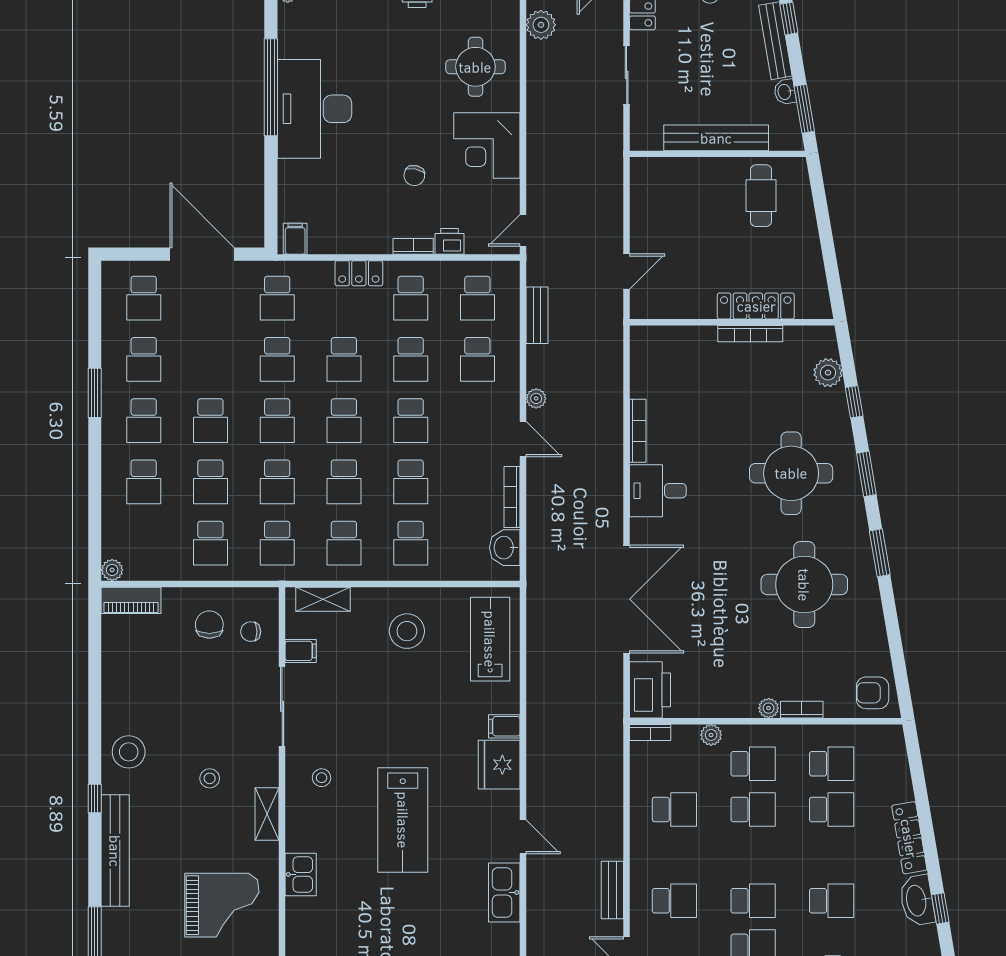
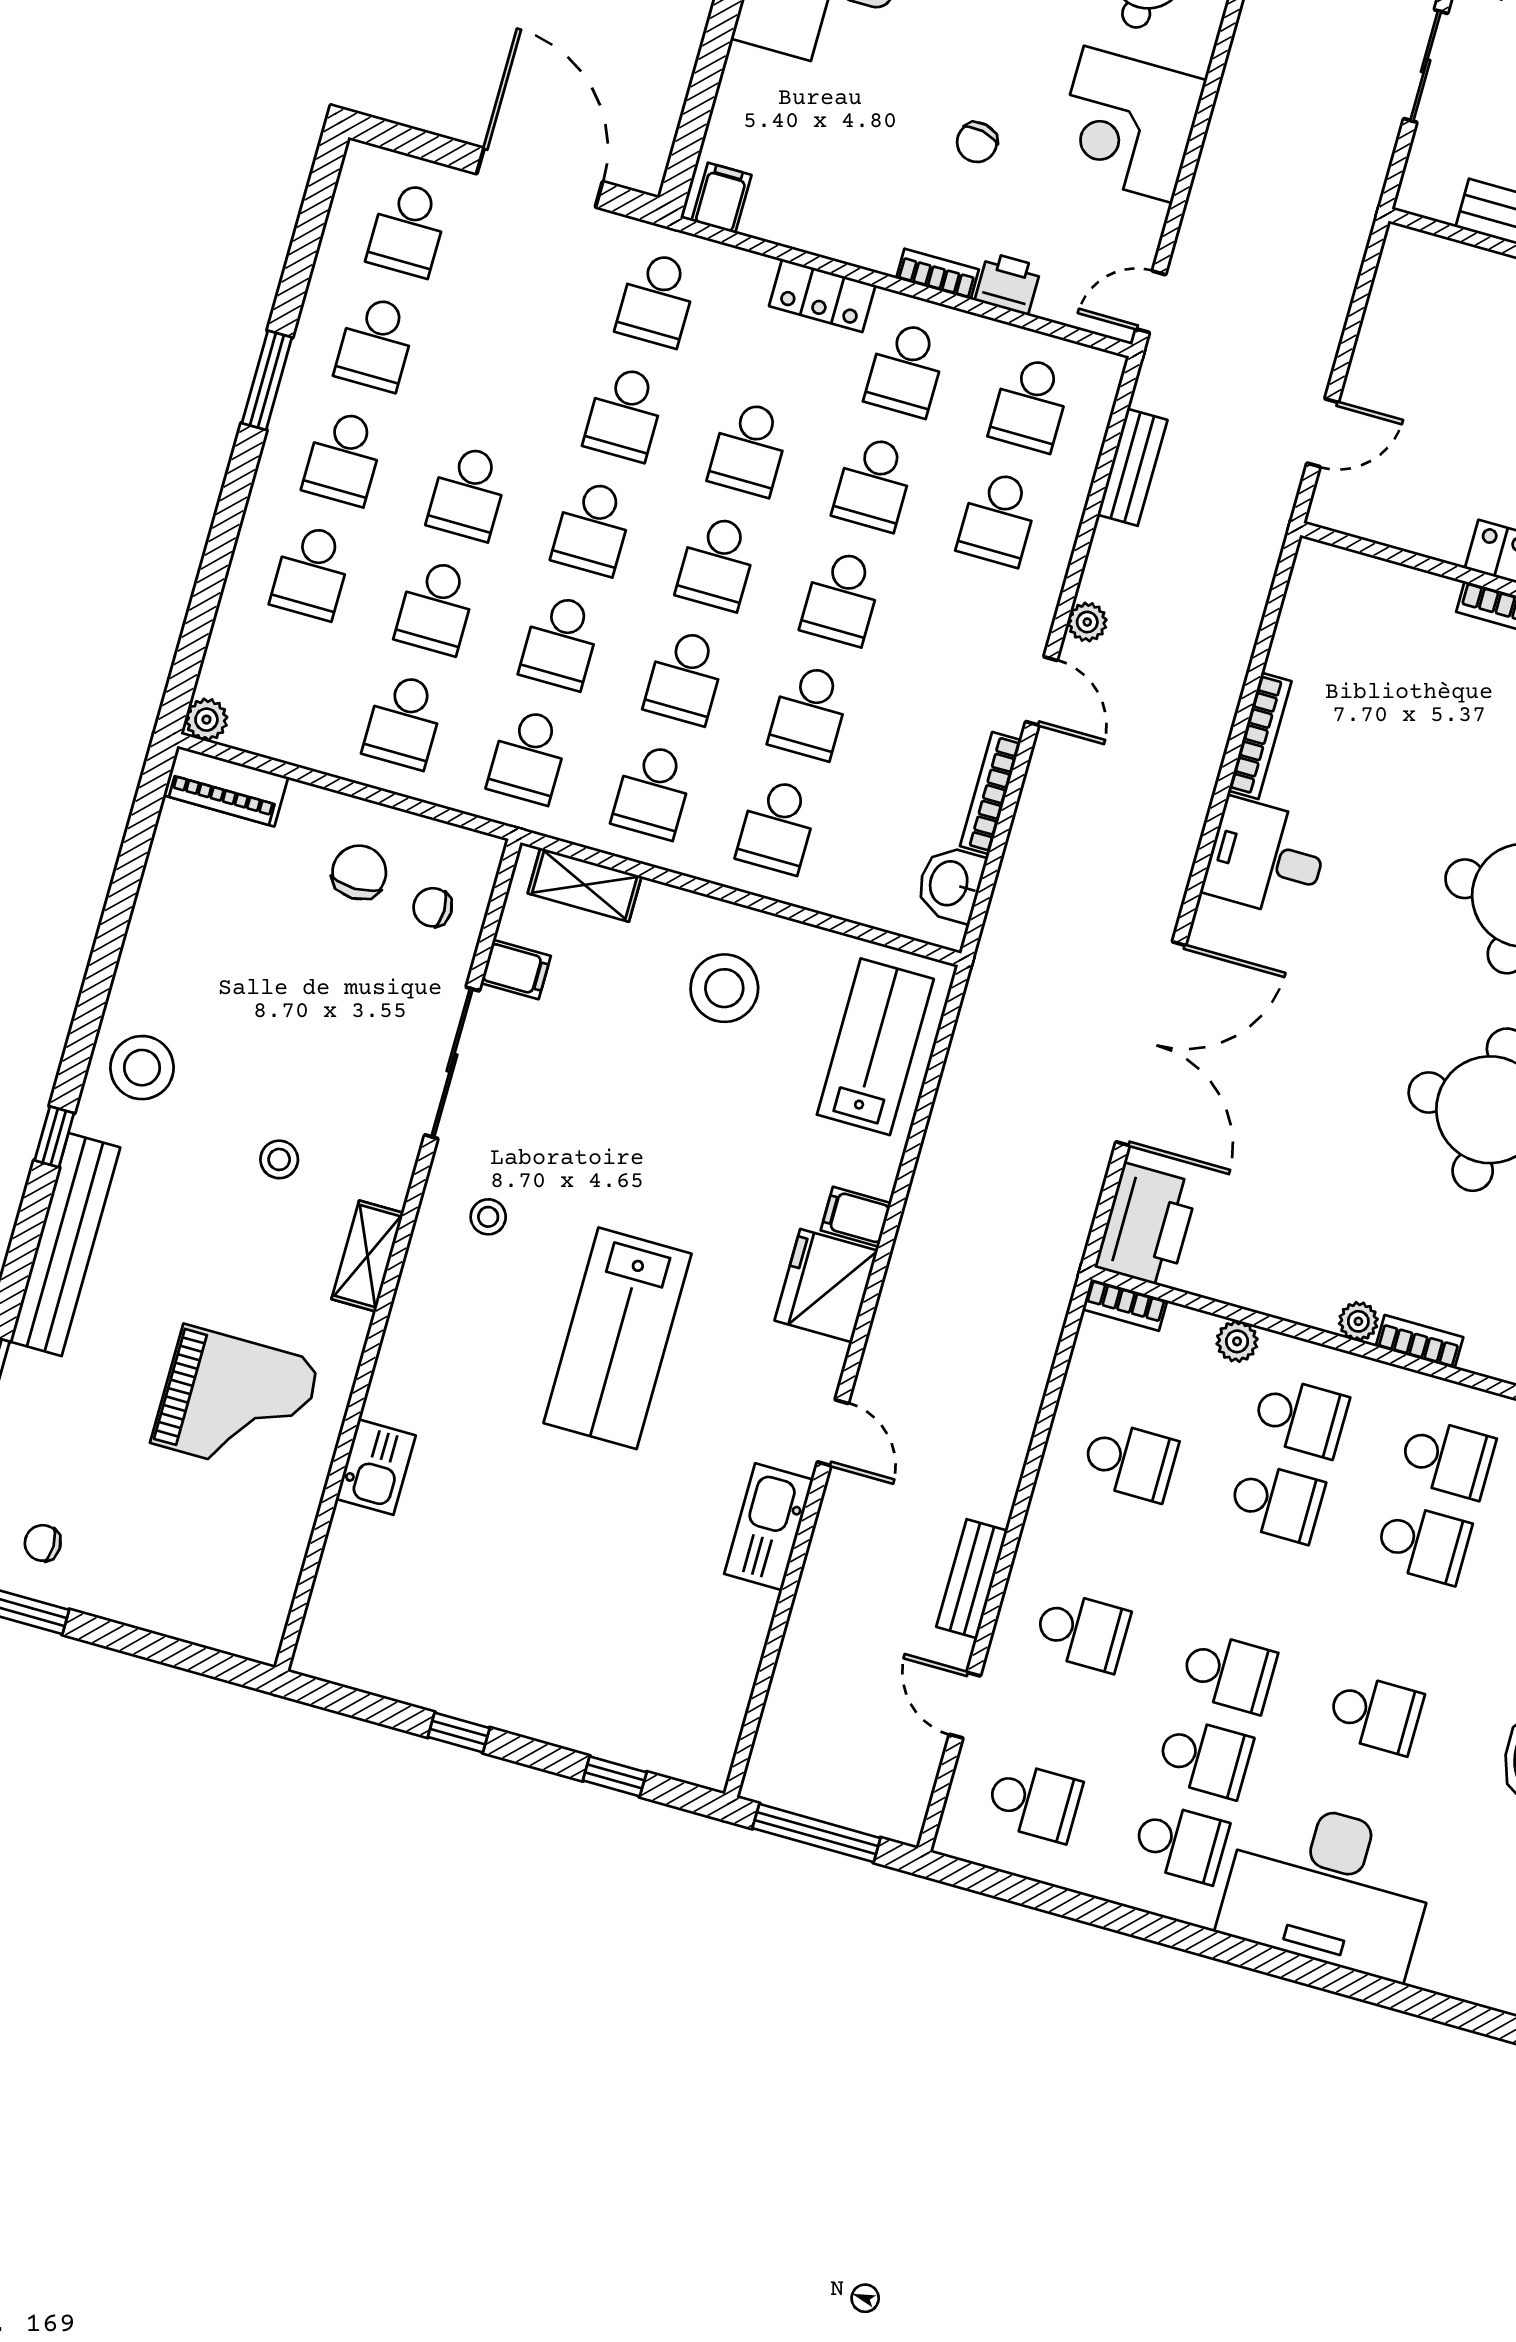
kitchen sink: (301, 874) -> (376, 1467), moved

